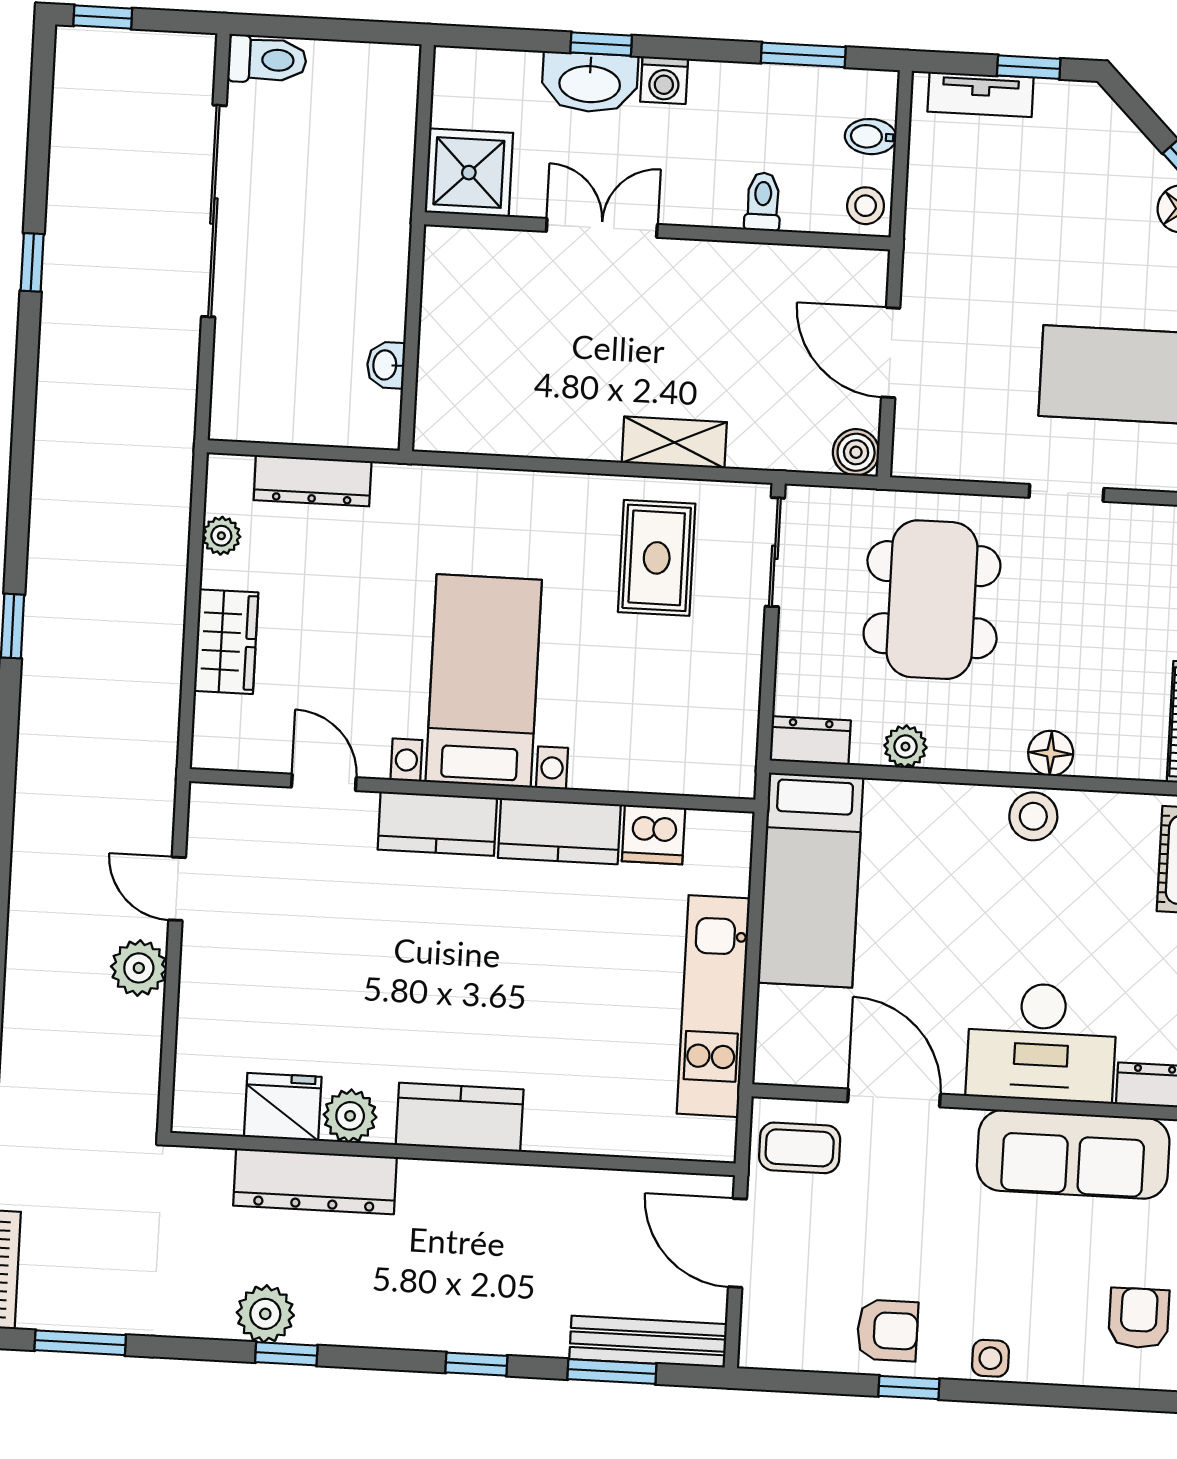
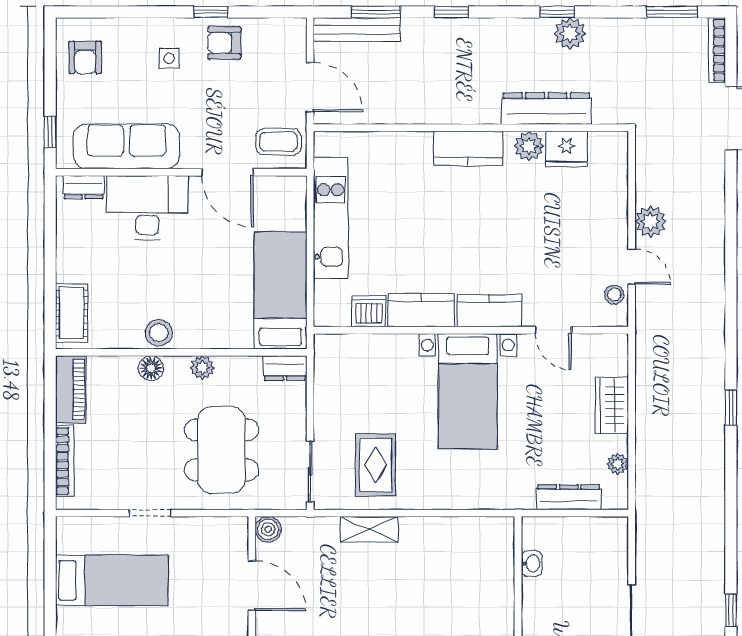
plant: (905, 747) -> (202, 368), moved
stool: (211, 840) -> (614, 295), added
side table: (990, 1358) -> (169, 58), moved

